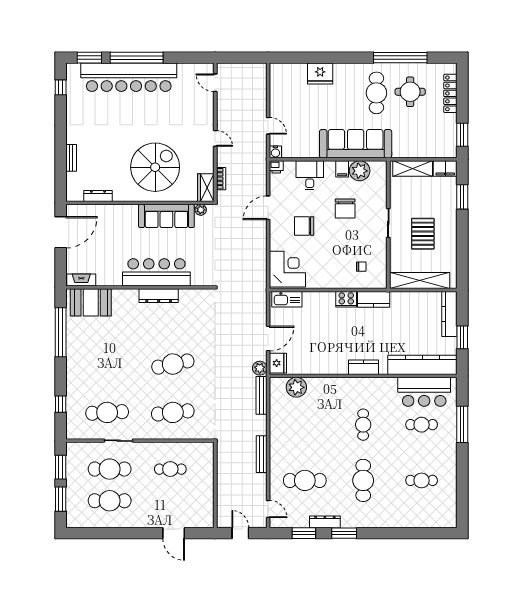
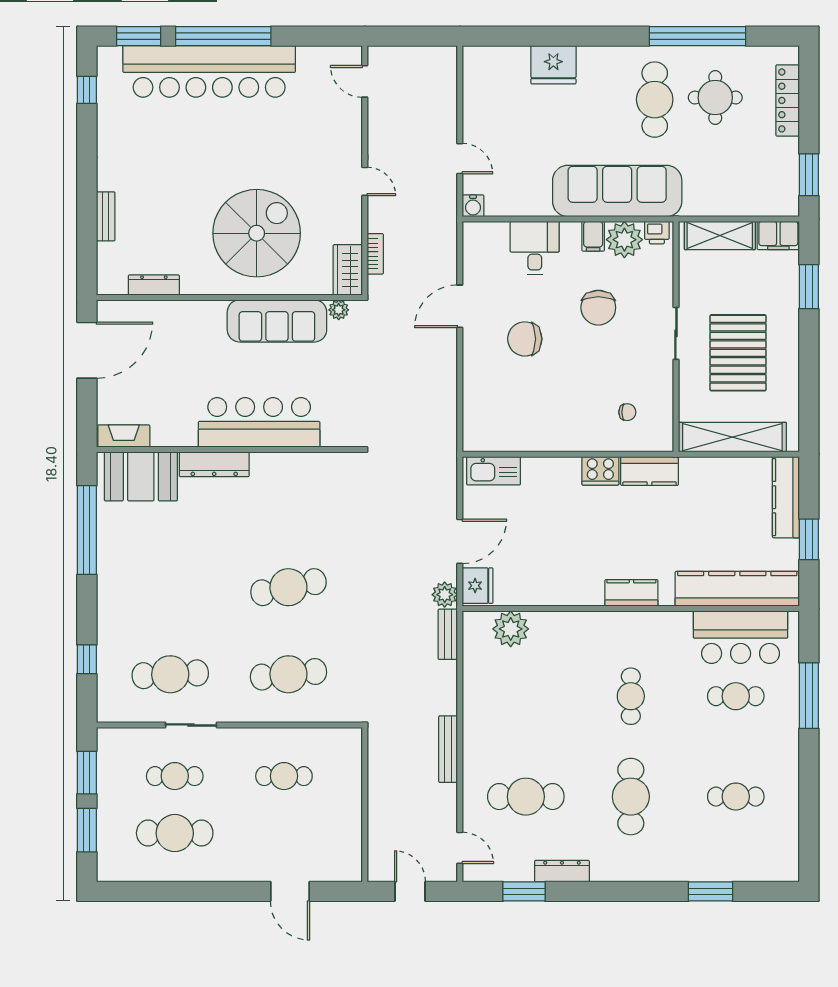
printer: (276, 167) -> (657, 233), moved
pallet: (423, 234) -> (738, 353), width x1.37, depth x1.41
corner desk: (287, 269) -> (495, 416), removed
dresser: (159, 296) -> (214, 464), moved
bench: (261, 395) -> (448, 634), width x0.73
cafe table: (110, 469) -> (175, 776), width x0.73, depth x0.74
window: (344, 533) -> (711, 891), moved

